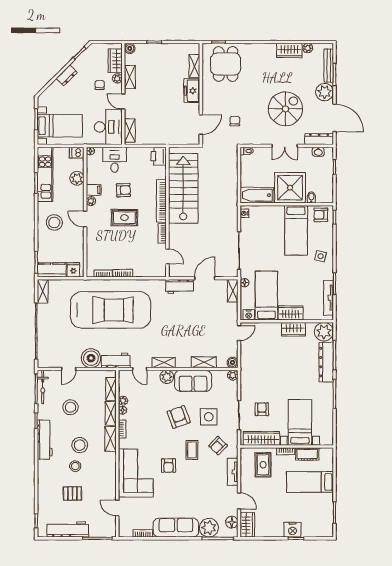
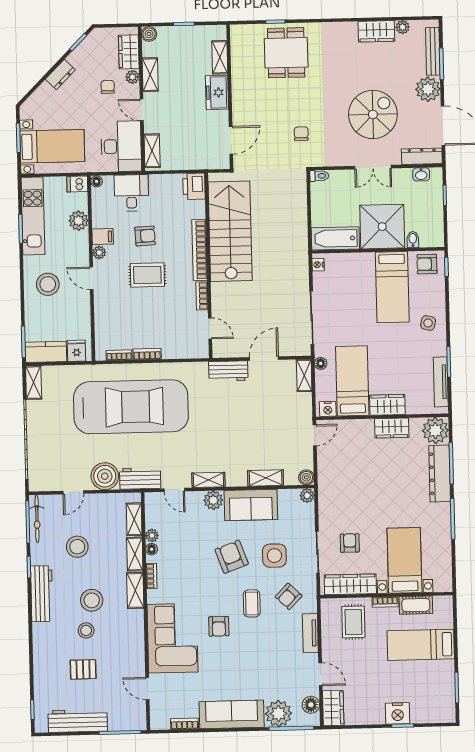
shelving: (194, 66) -> (220, 57), moved
freezer: (192, 91) -> (217, 92), moved
wall: (201, 94) -> (230, 97), moved
door: (201, 125) -> (231, 140), moved

